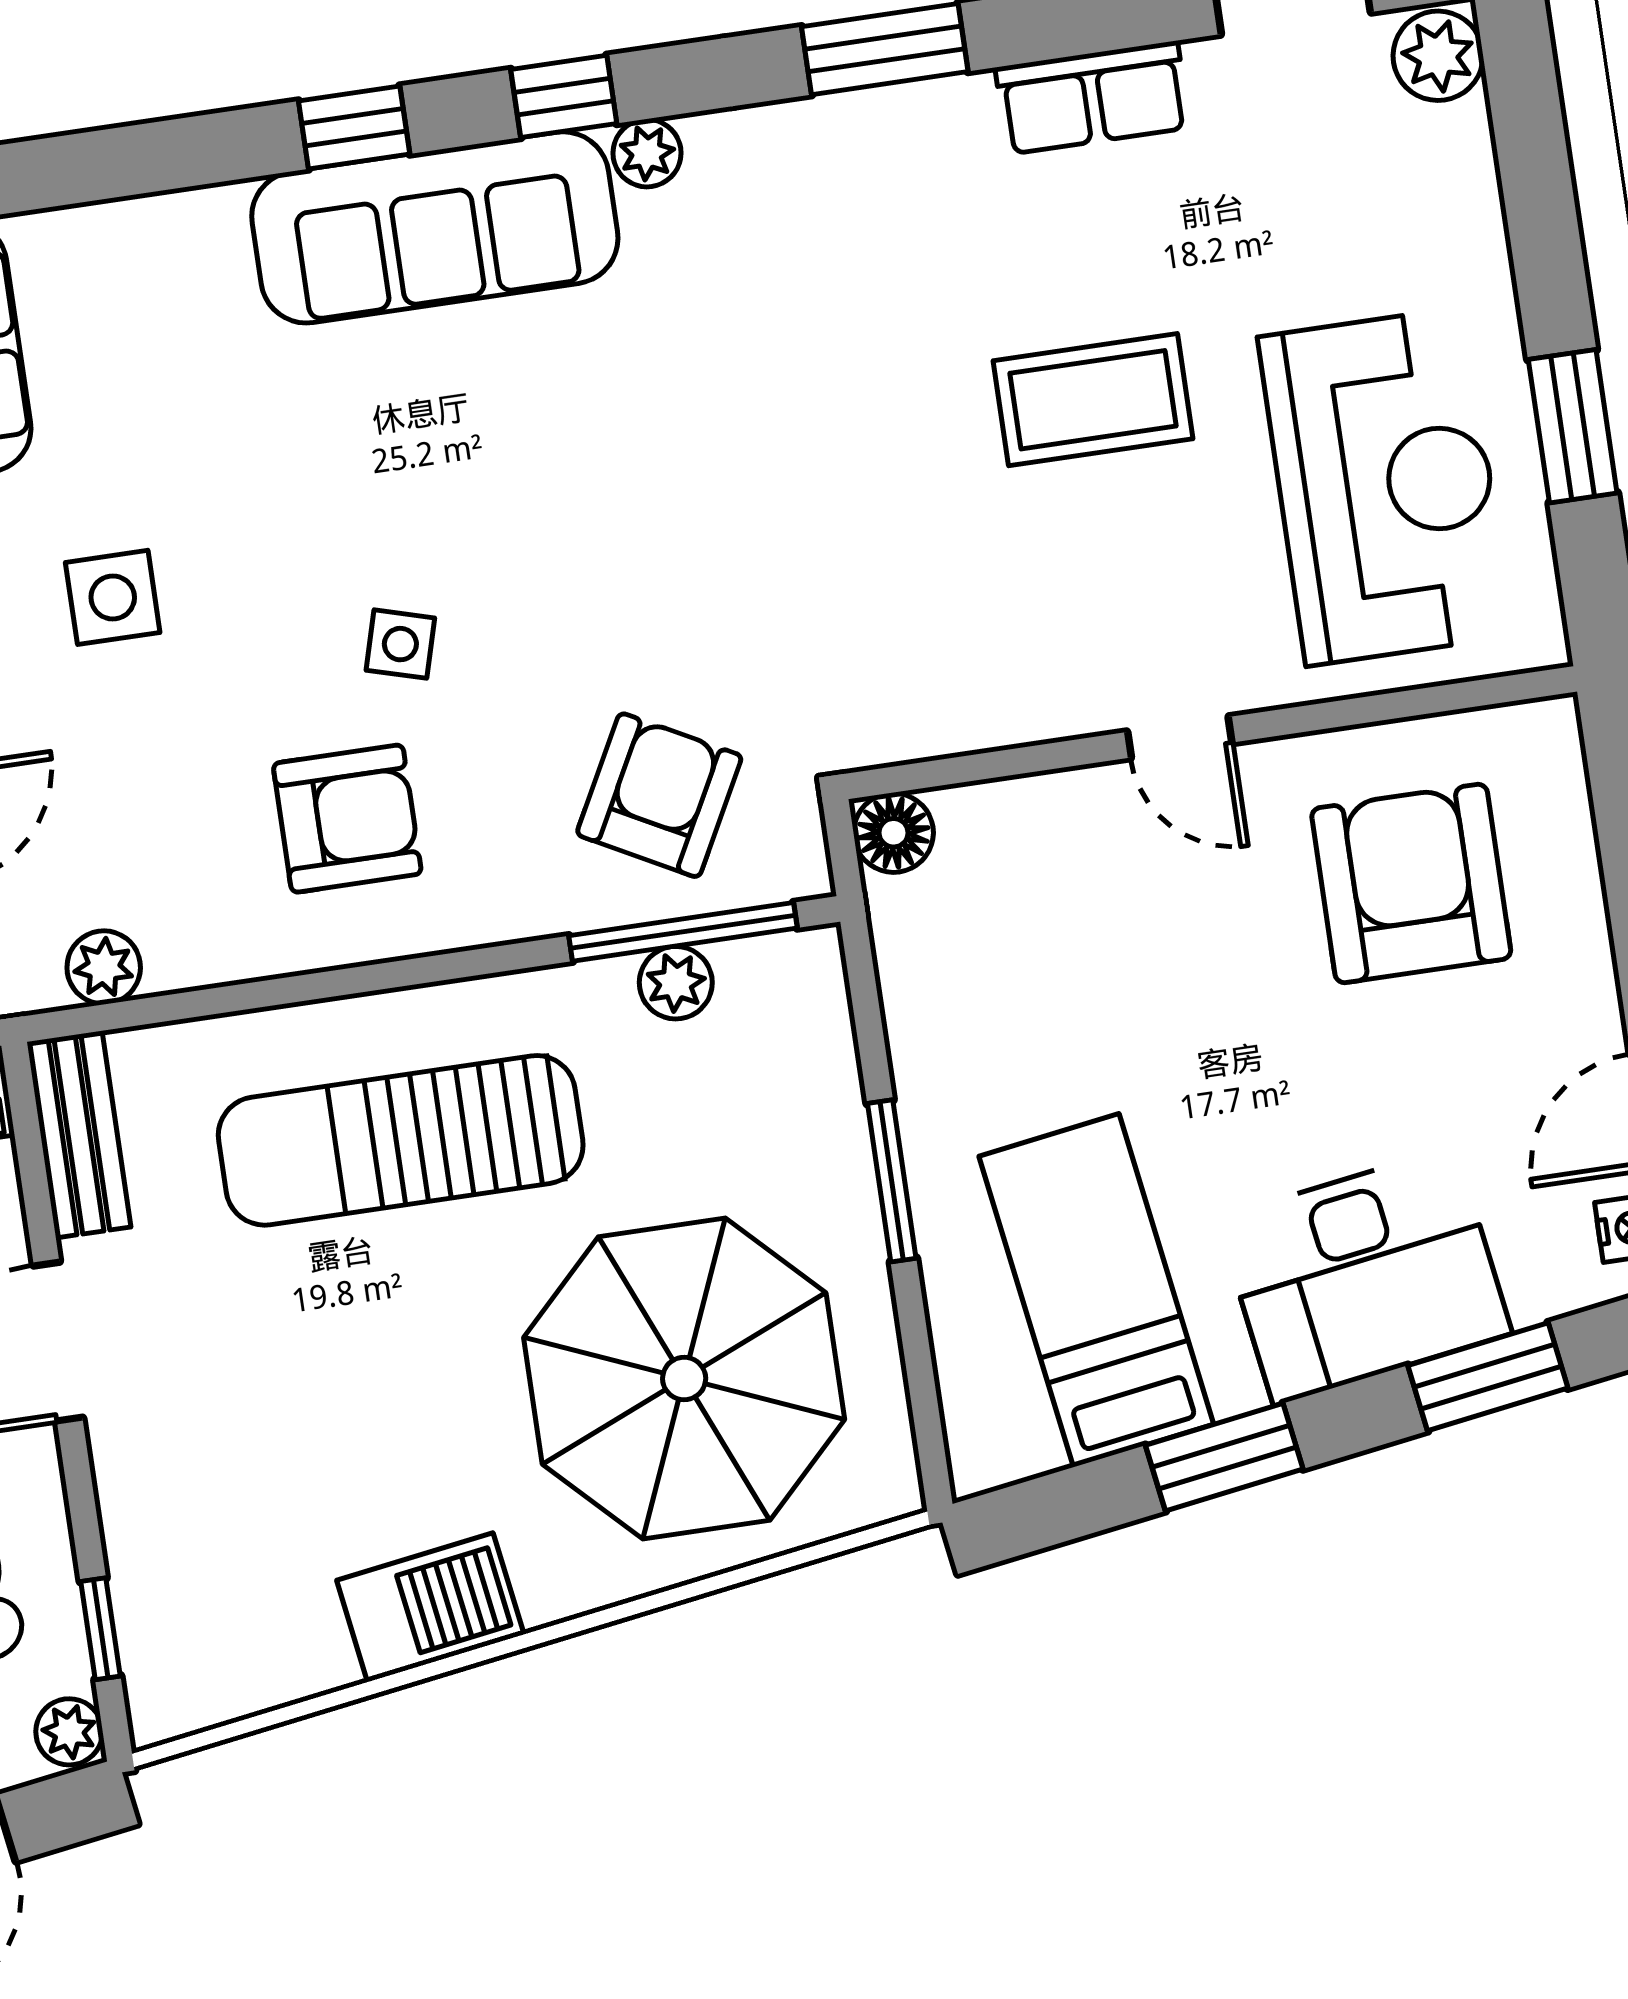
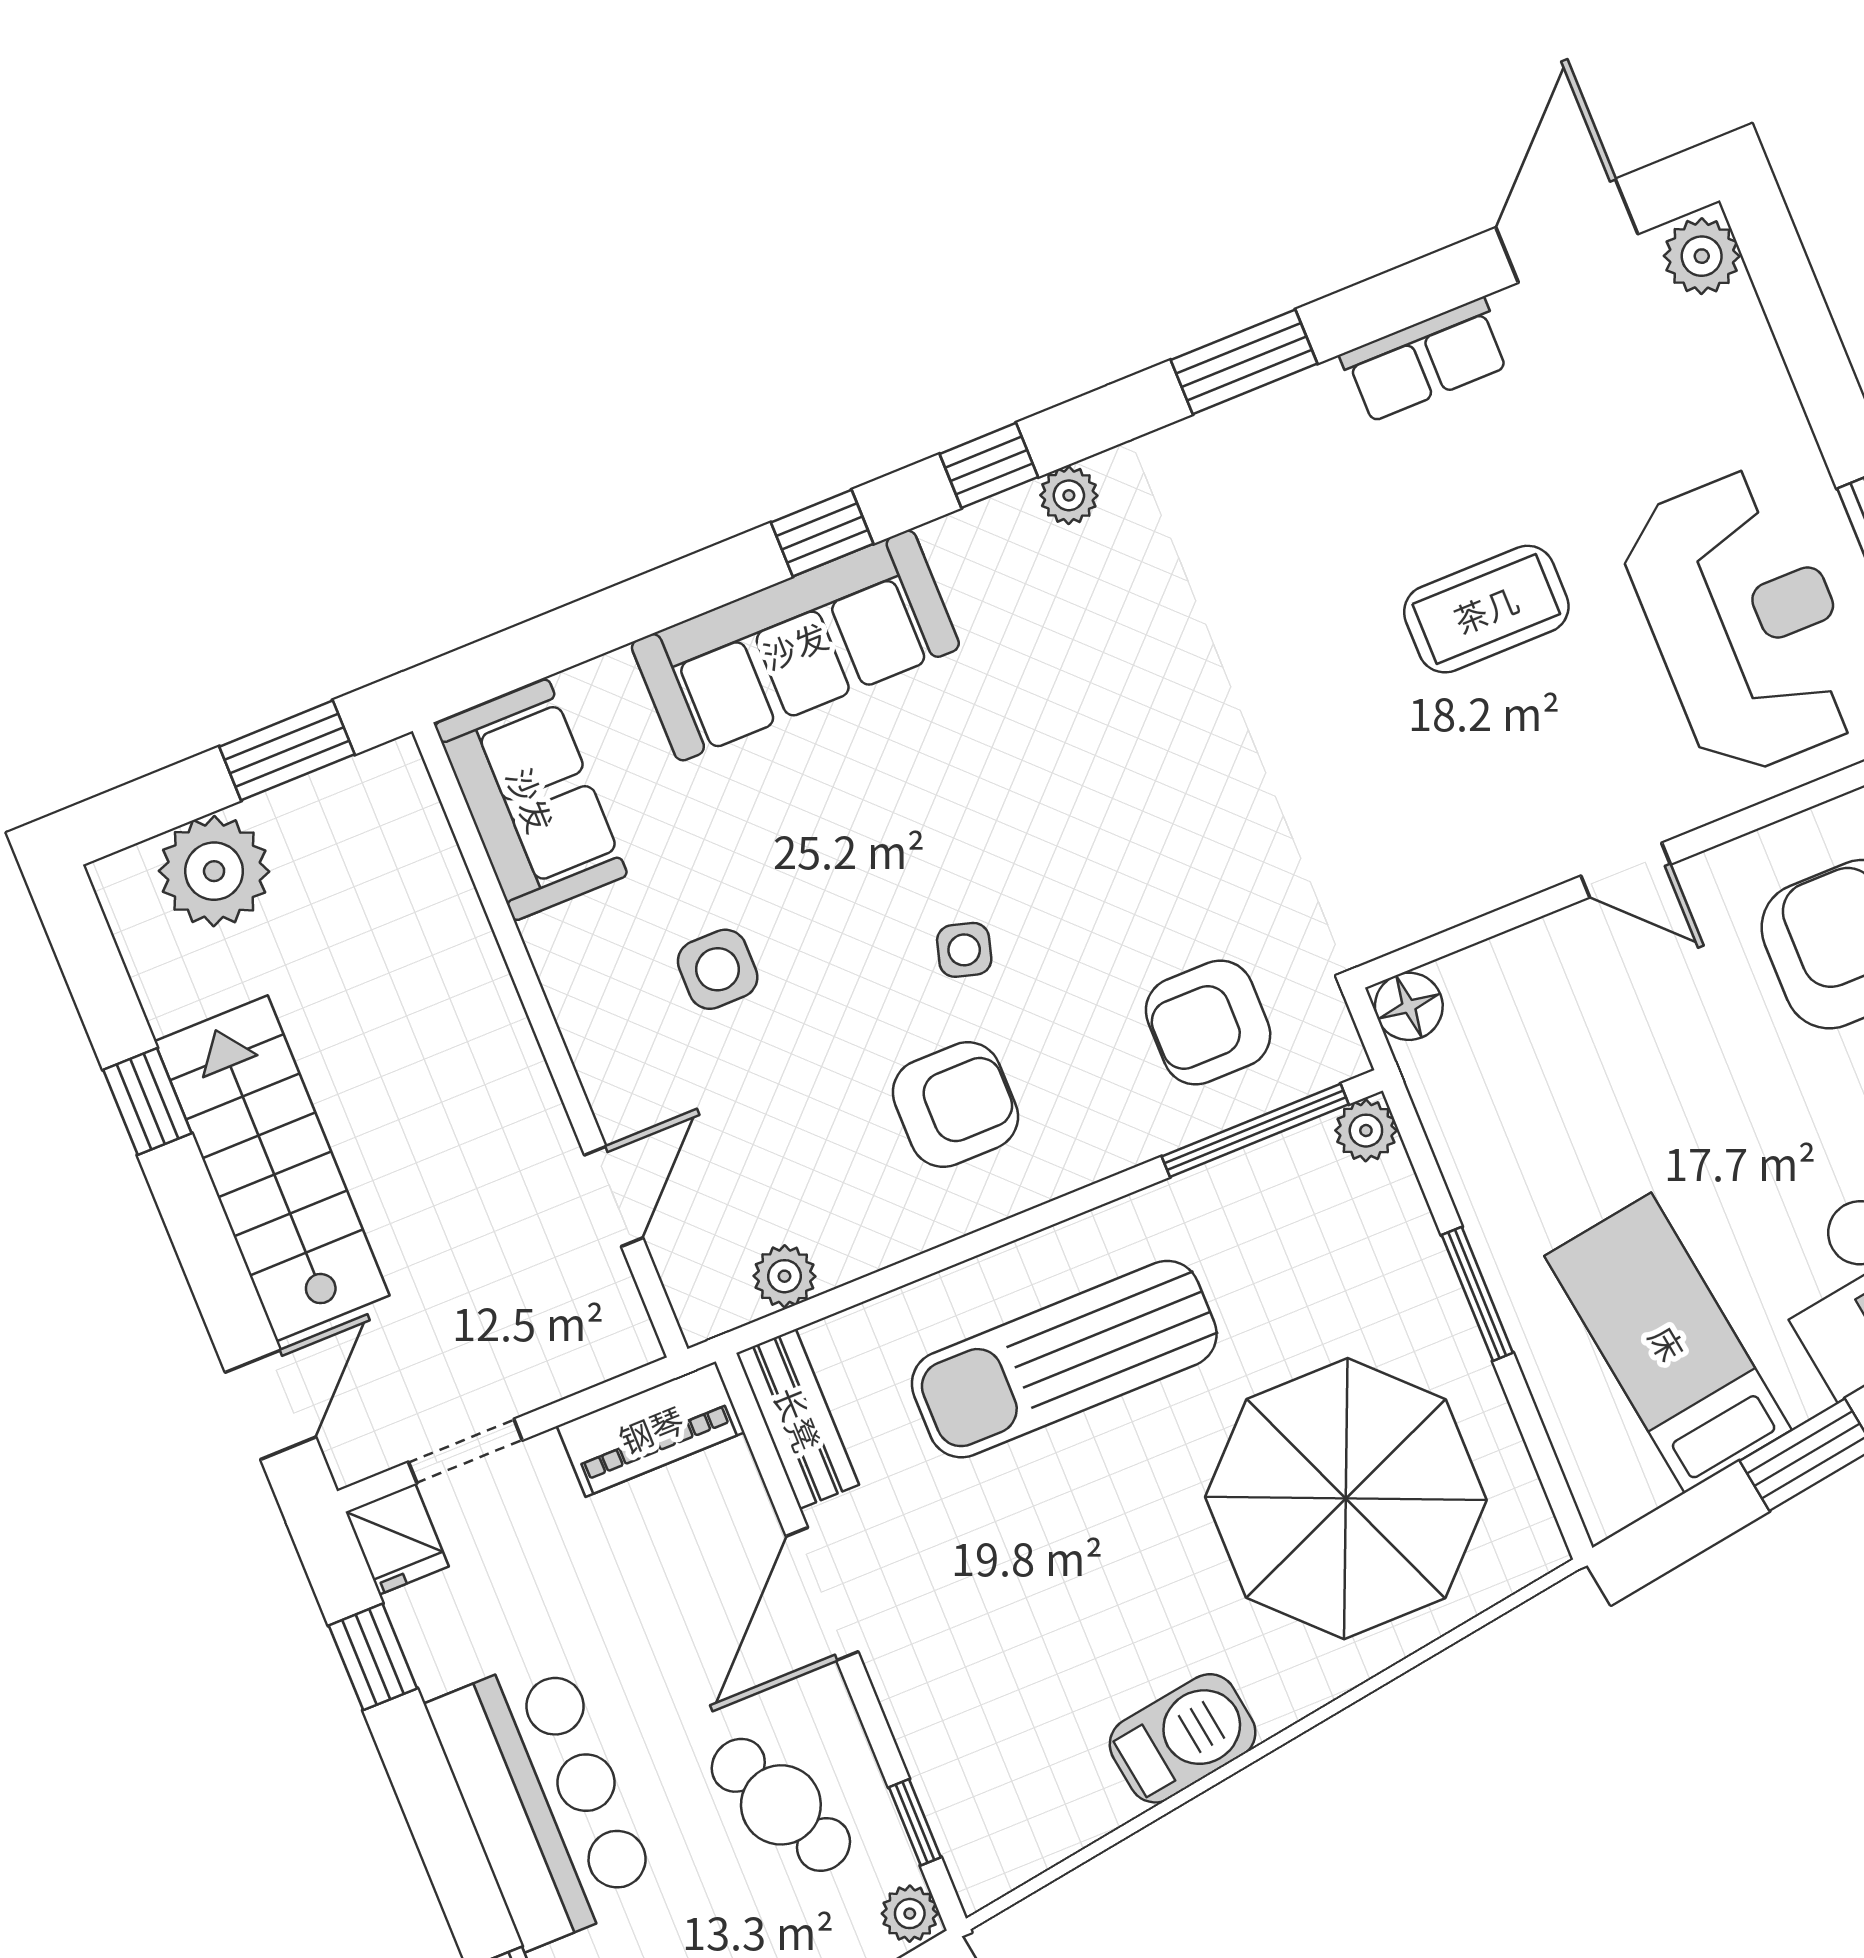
sofa: (435, 227) -> (795, 645), moved
armchair: (659, 795) -> (1208, 1022), turned -118
plant: (676, 983) -> (1366, 1131), moved

